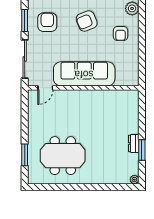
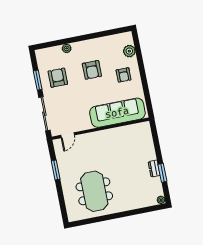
armchair: (87, 21) -> (92, 70), turned -68
sofa: (84, 74) -> (117, 113), moved
window: (25, 155) -> (56, 170), moved
meeting table: (63, 156) -> (94, 191), turned 90

